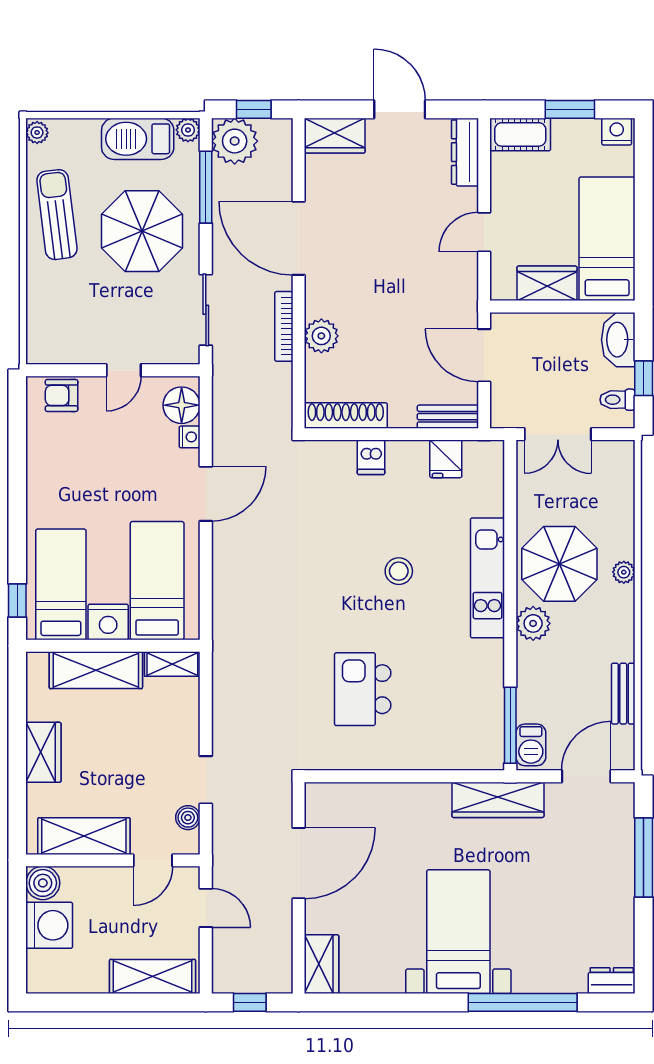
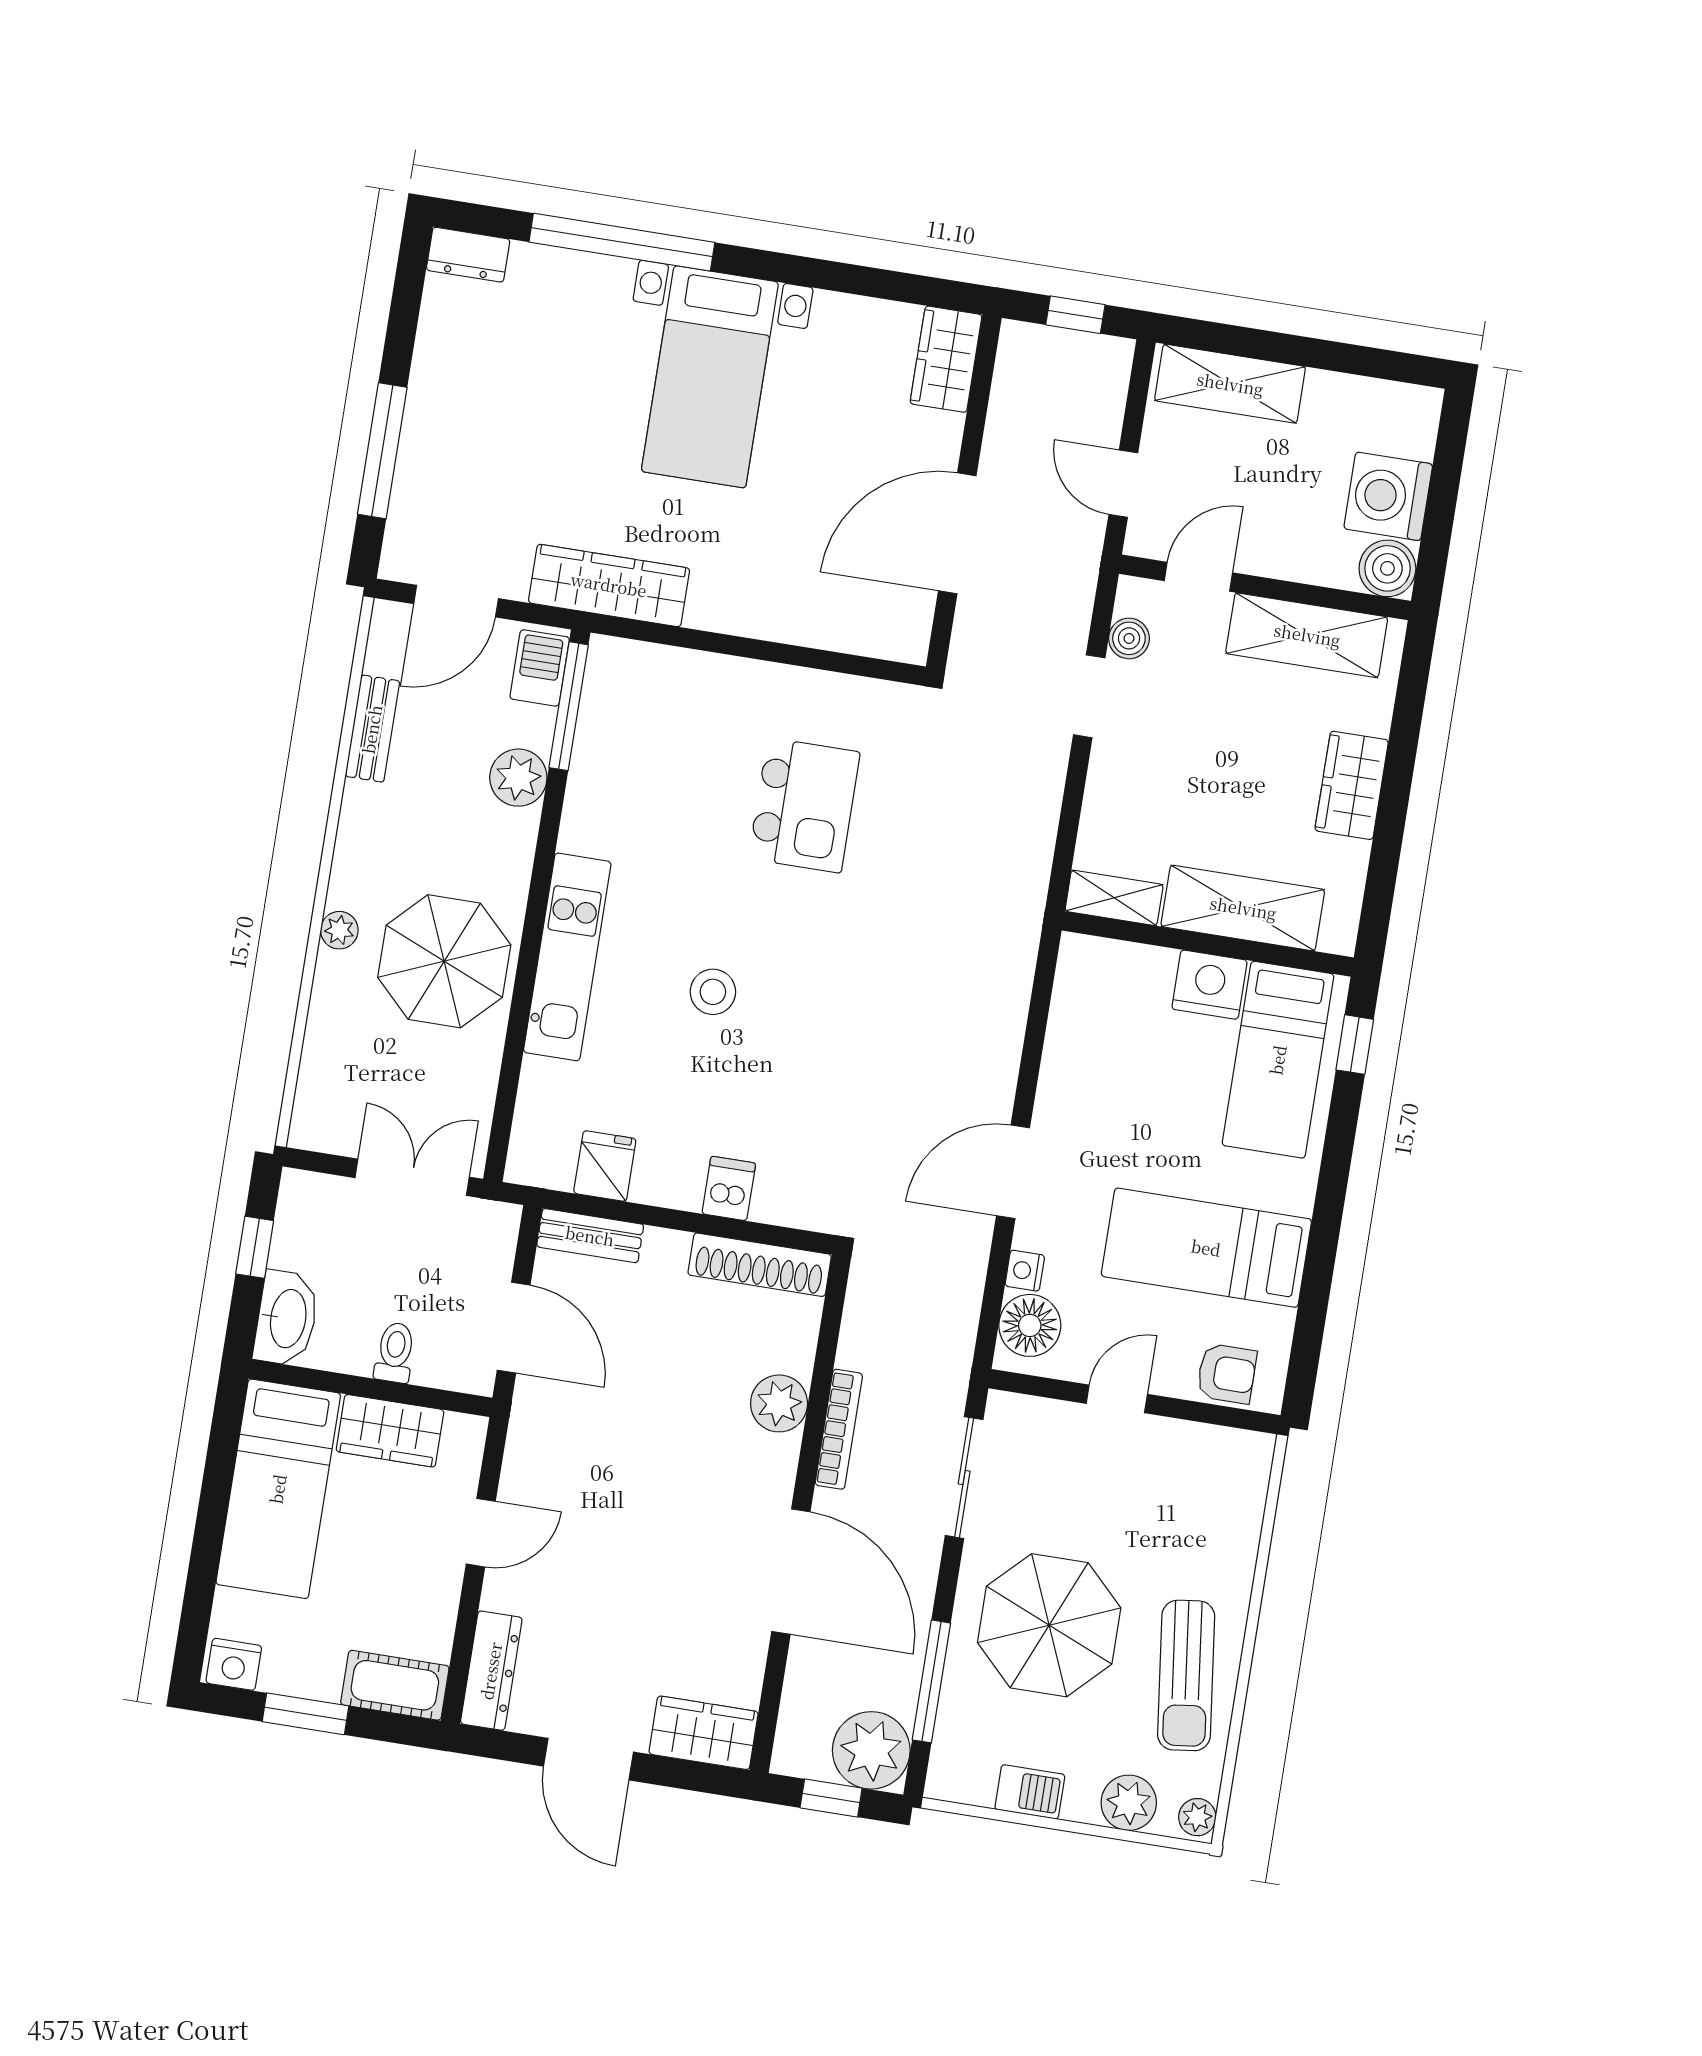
plant: (188, 130) -> (1129, 1803), moved, width x1.38, depth x1.38
barbecue: (138, 139) -> (1030, 1792), width x0.53, depth x0.65
toilet: (618, 400) -> (395, 1352), moved, turned -90
bed: (157, 581) -> (1206, 1248), moved, turned 90
plant: (533, 623) -> (518, 778), moved

